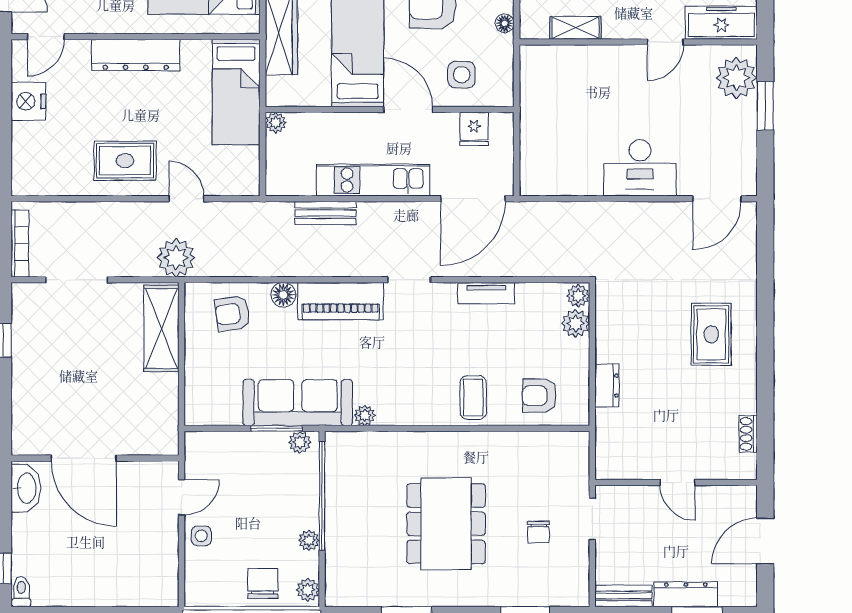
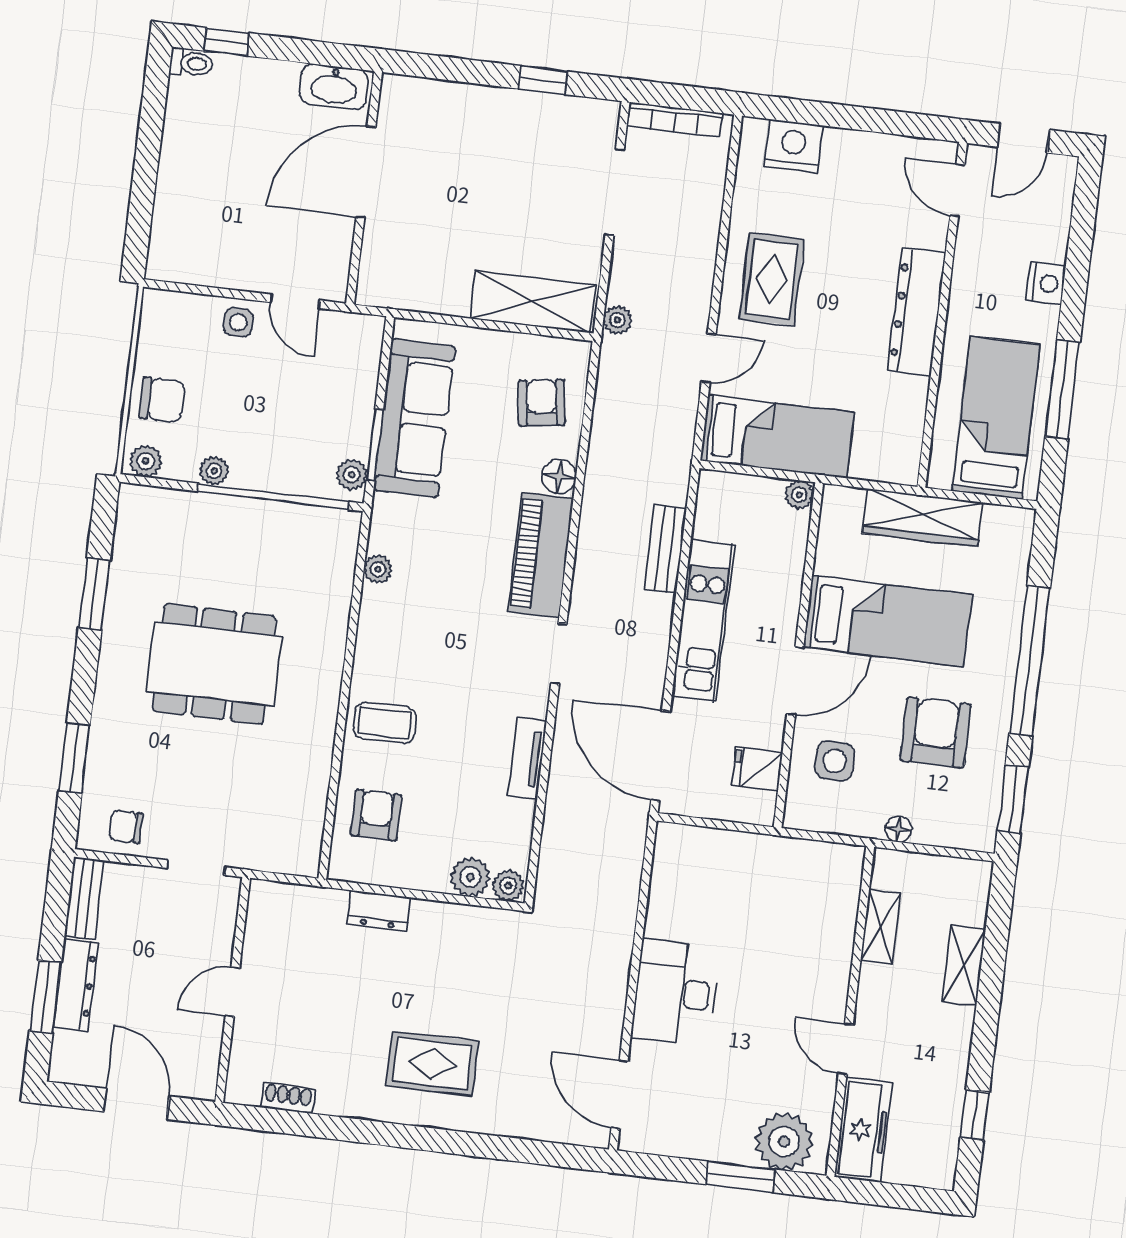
bed: (236, 92) -> (777, 437), moved, turned 180
nightstand: (28, 101) -> (793, 146), moved
plant: (176, 258) -> (617, 320), width x0.53, depth x0.53
sofa: (298, 403) -> (414, 418), moved
chair: (539, 532) -> (126, 827), moved

